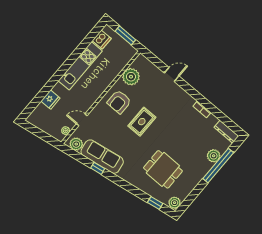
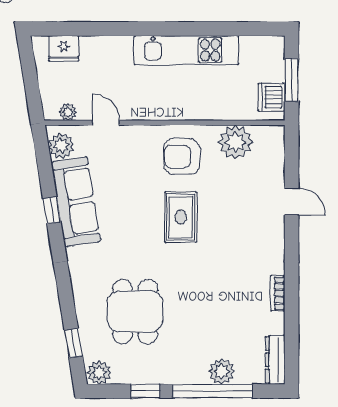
dishwasher: (102, 40) -> (272, 97), moved, turned 90
fridge: (50, 99) -> (64, 48), moved
rug: (142, 122) -> (181, 217), turned 90
window: (197, 191) -> (145, 391), added

